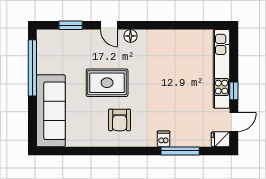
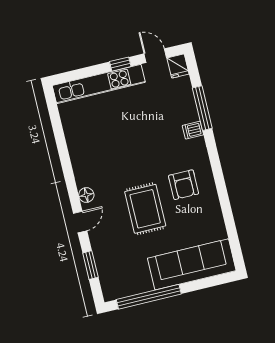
armchair: (120, 120) -> (184, 185), turned 90

